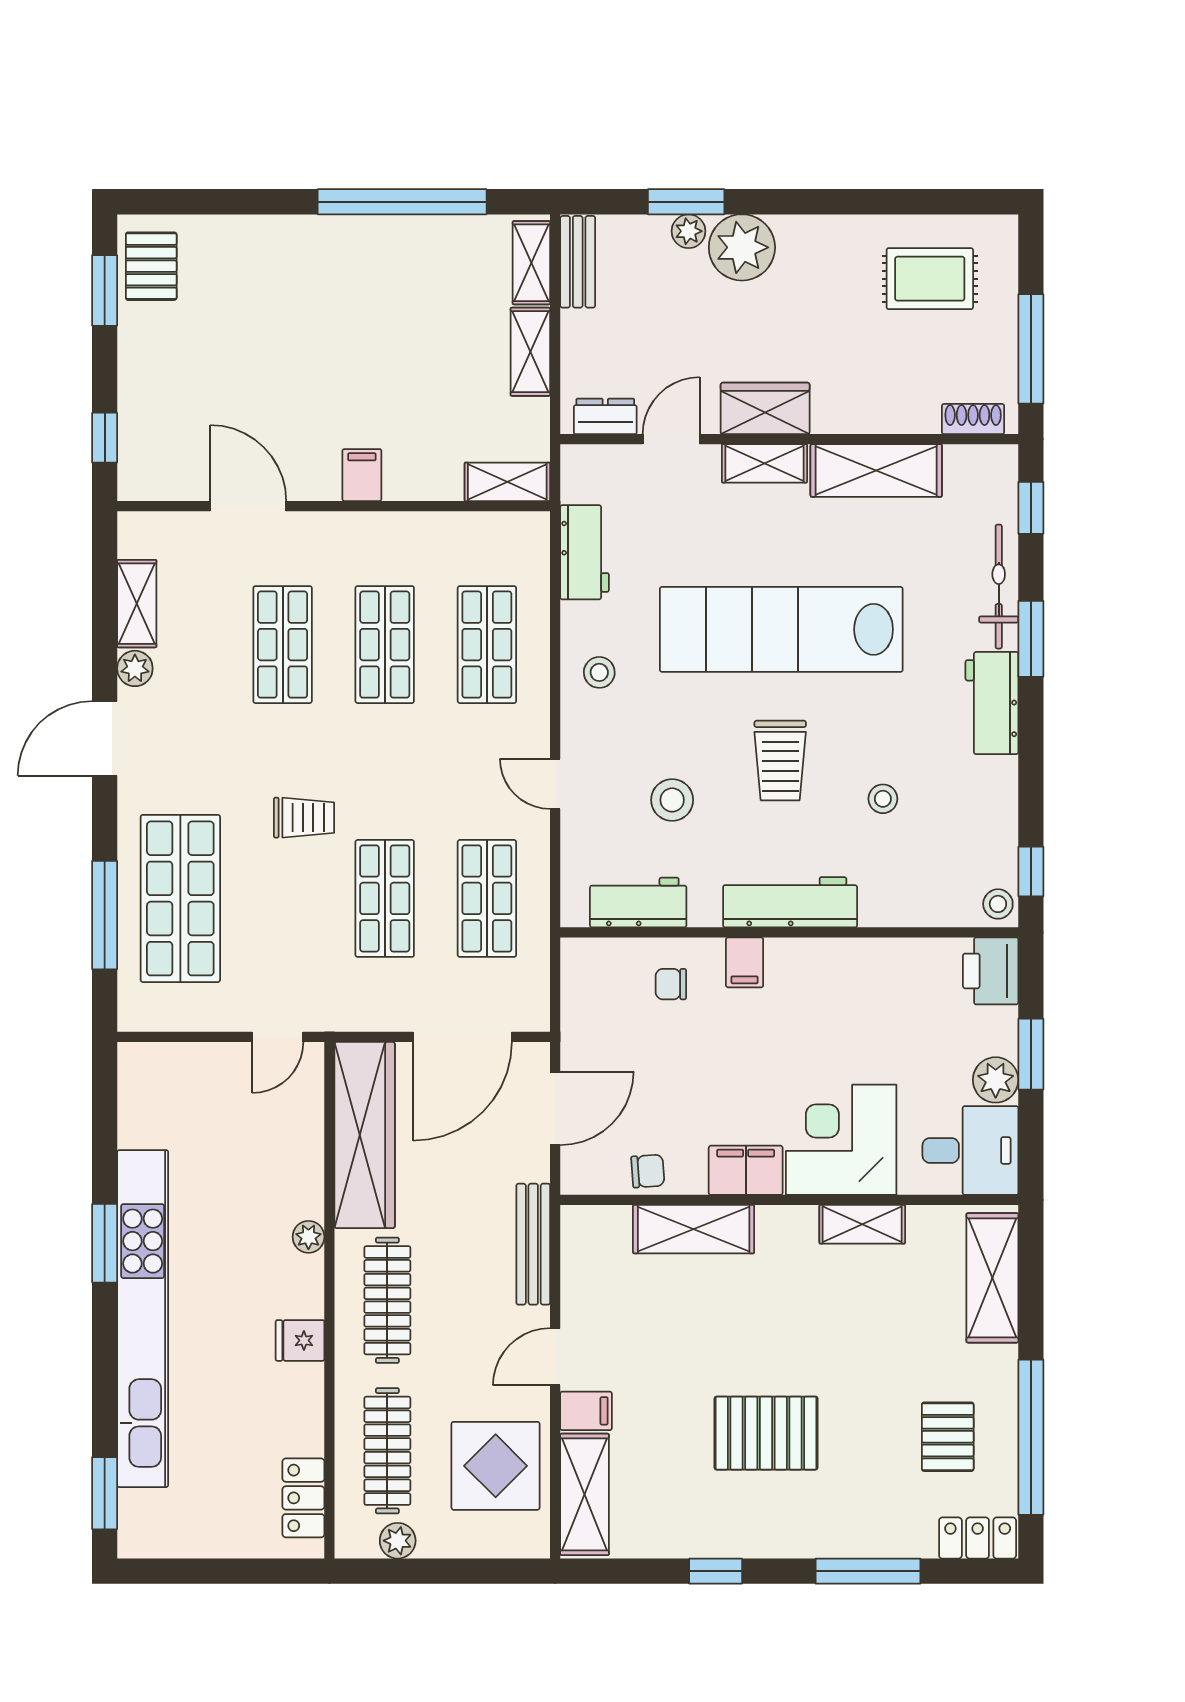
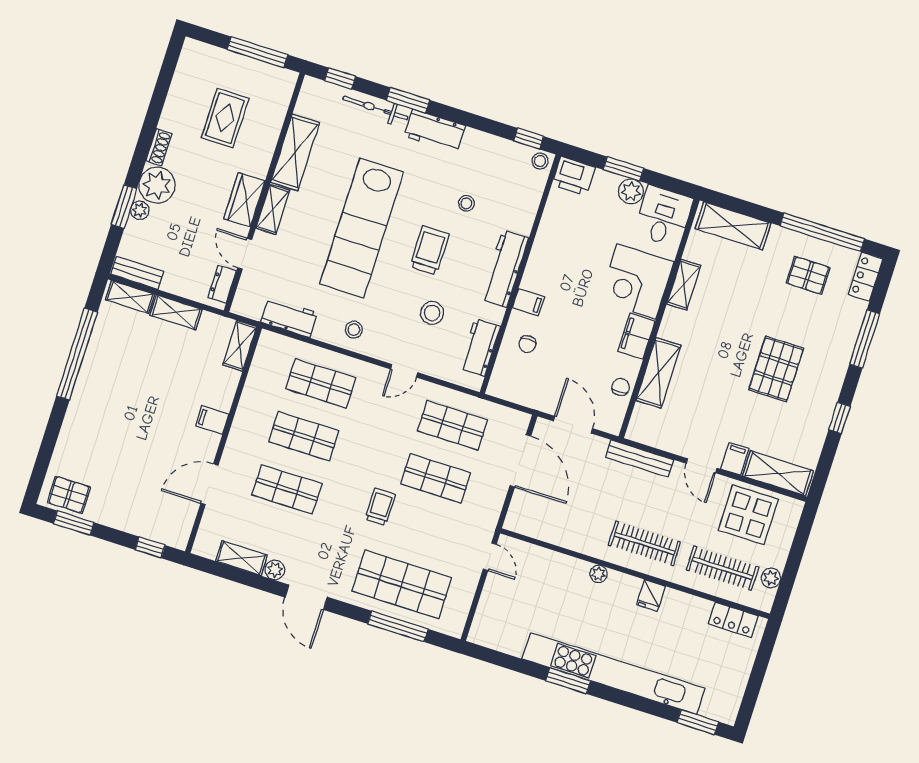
rug: (930, 279) -> (225, 118), moved
shoe rack: (973, 419) -> (159, 147), moved, turned 180
trolley: (780, 761) -> (430, 250), turned -90
wardrobe: (365, 1135) -> (555, 528), removed

